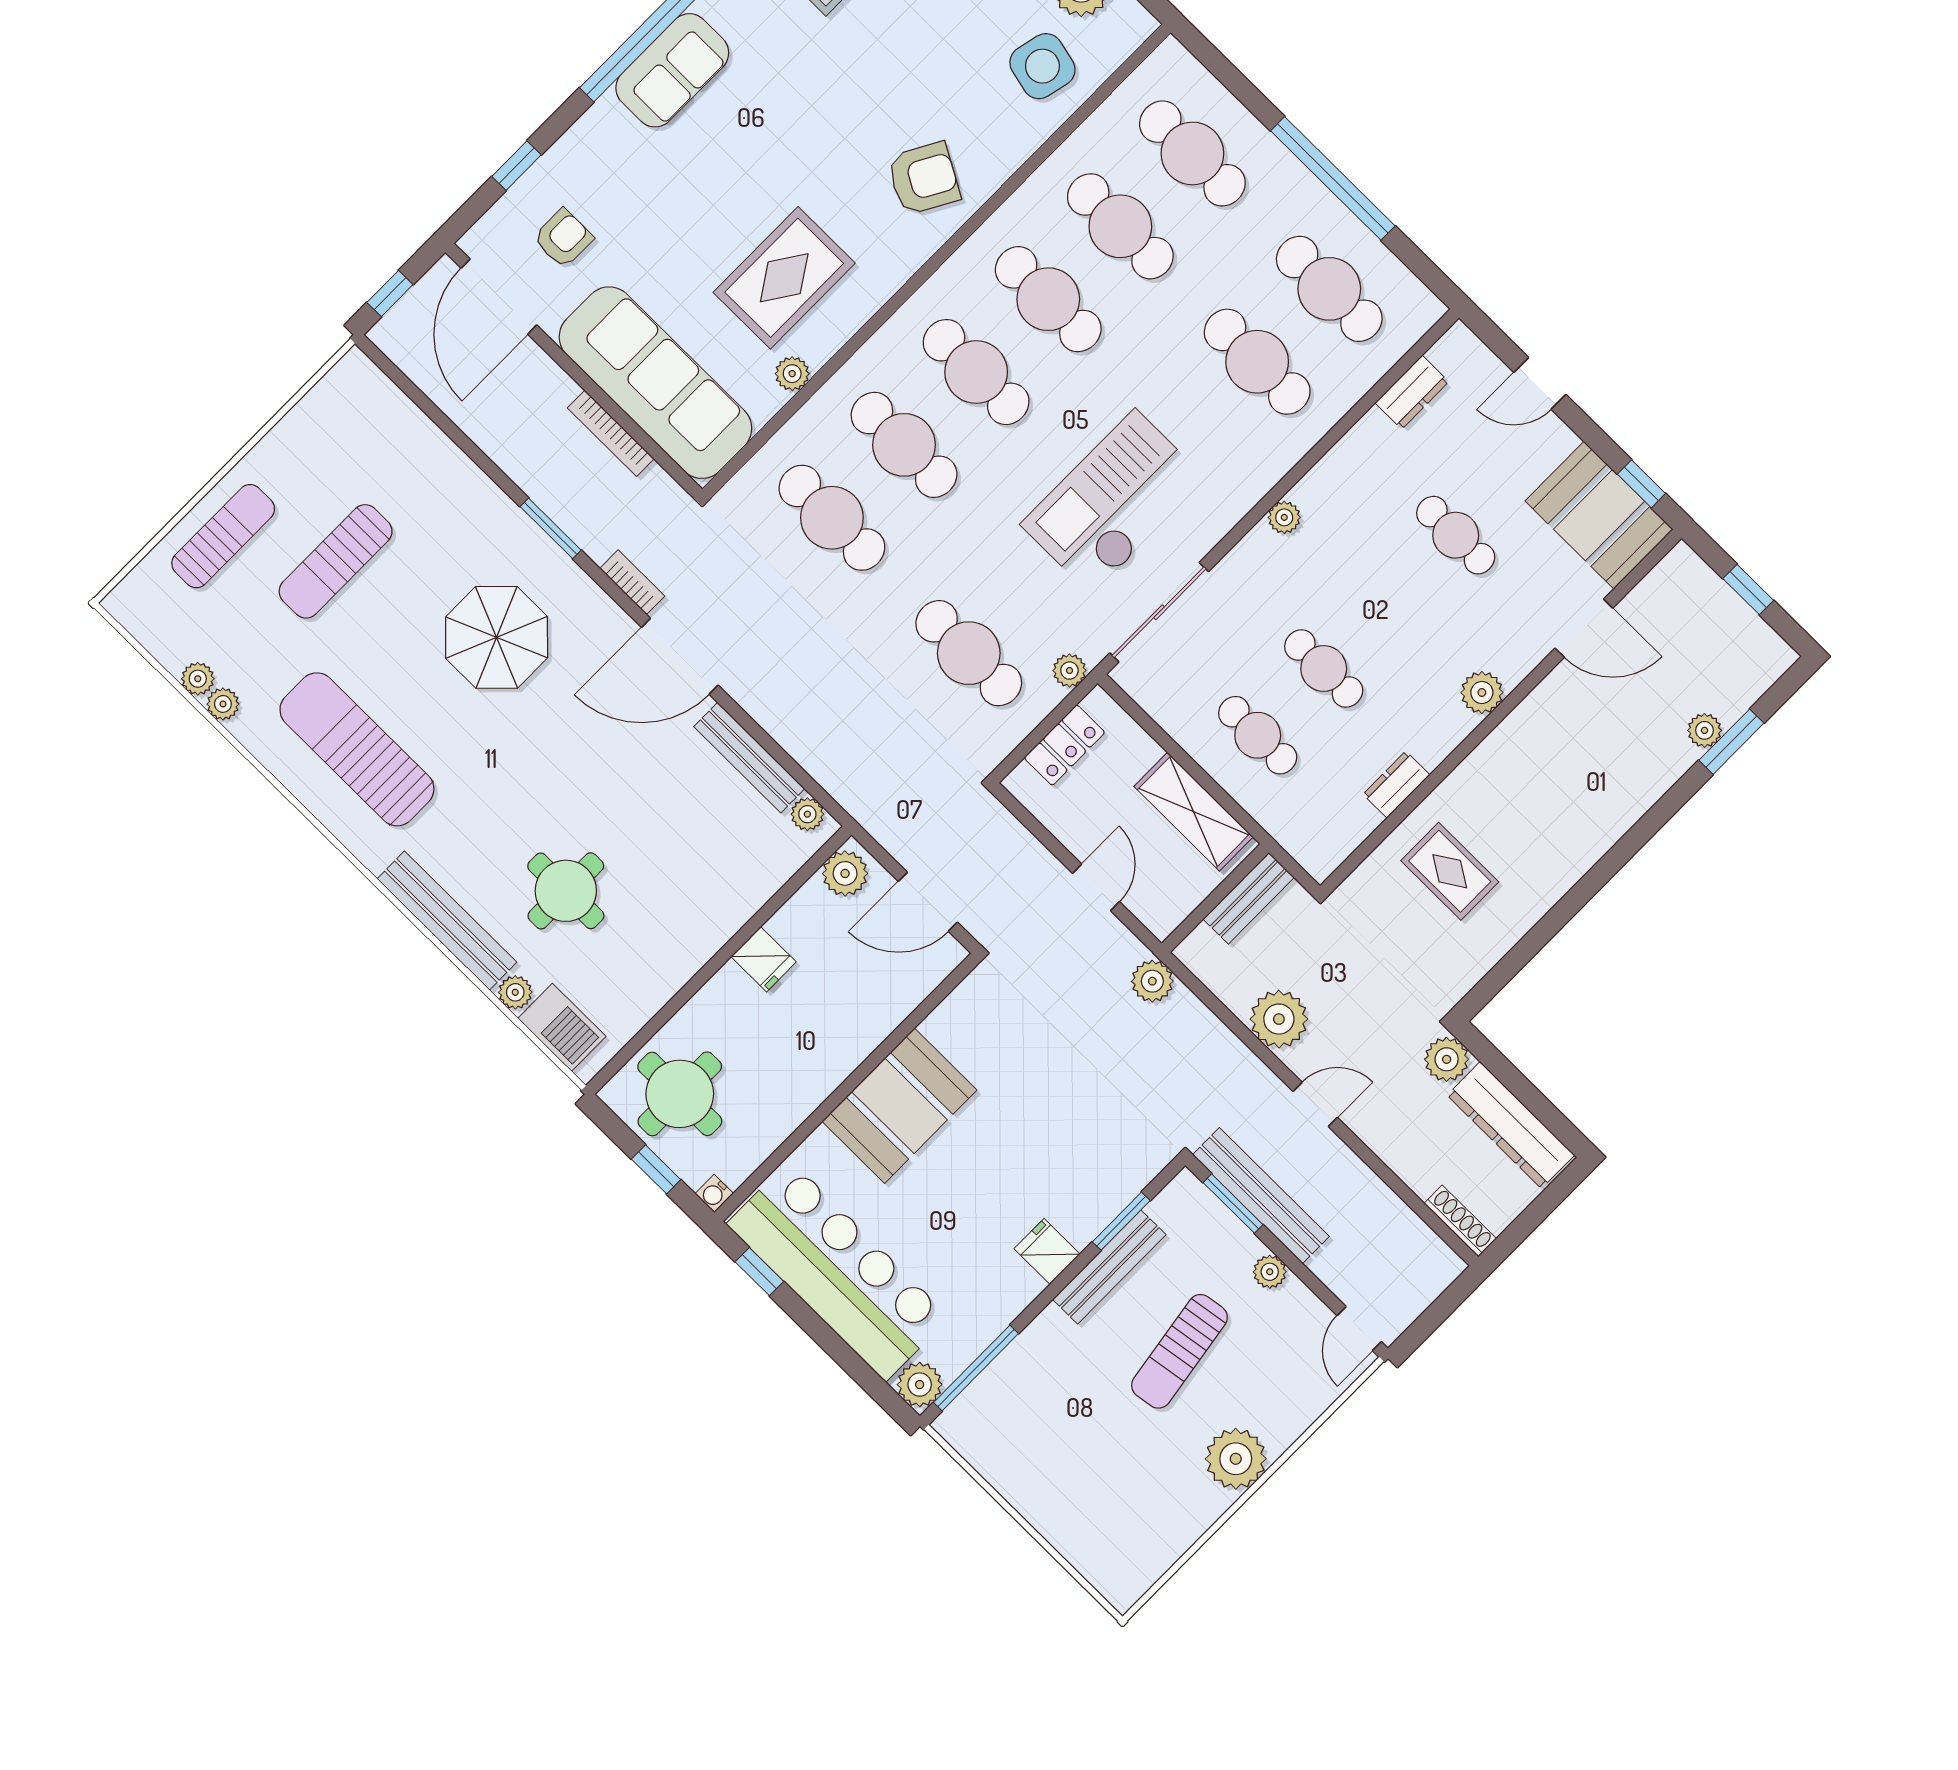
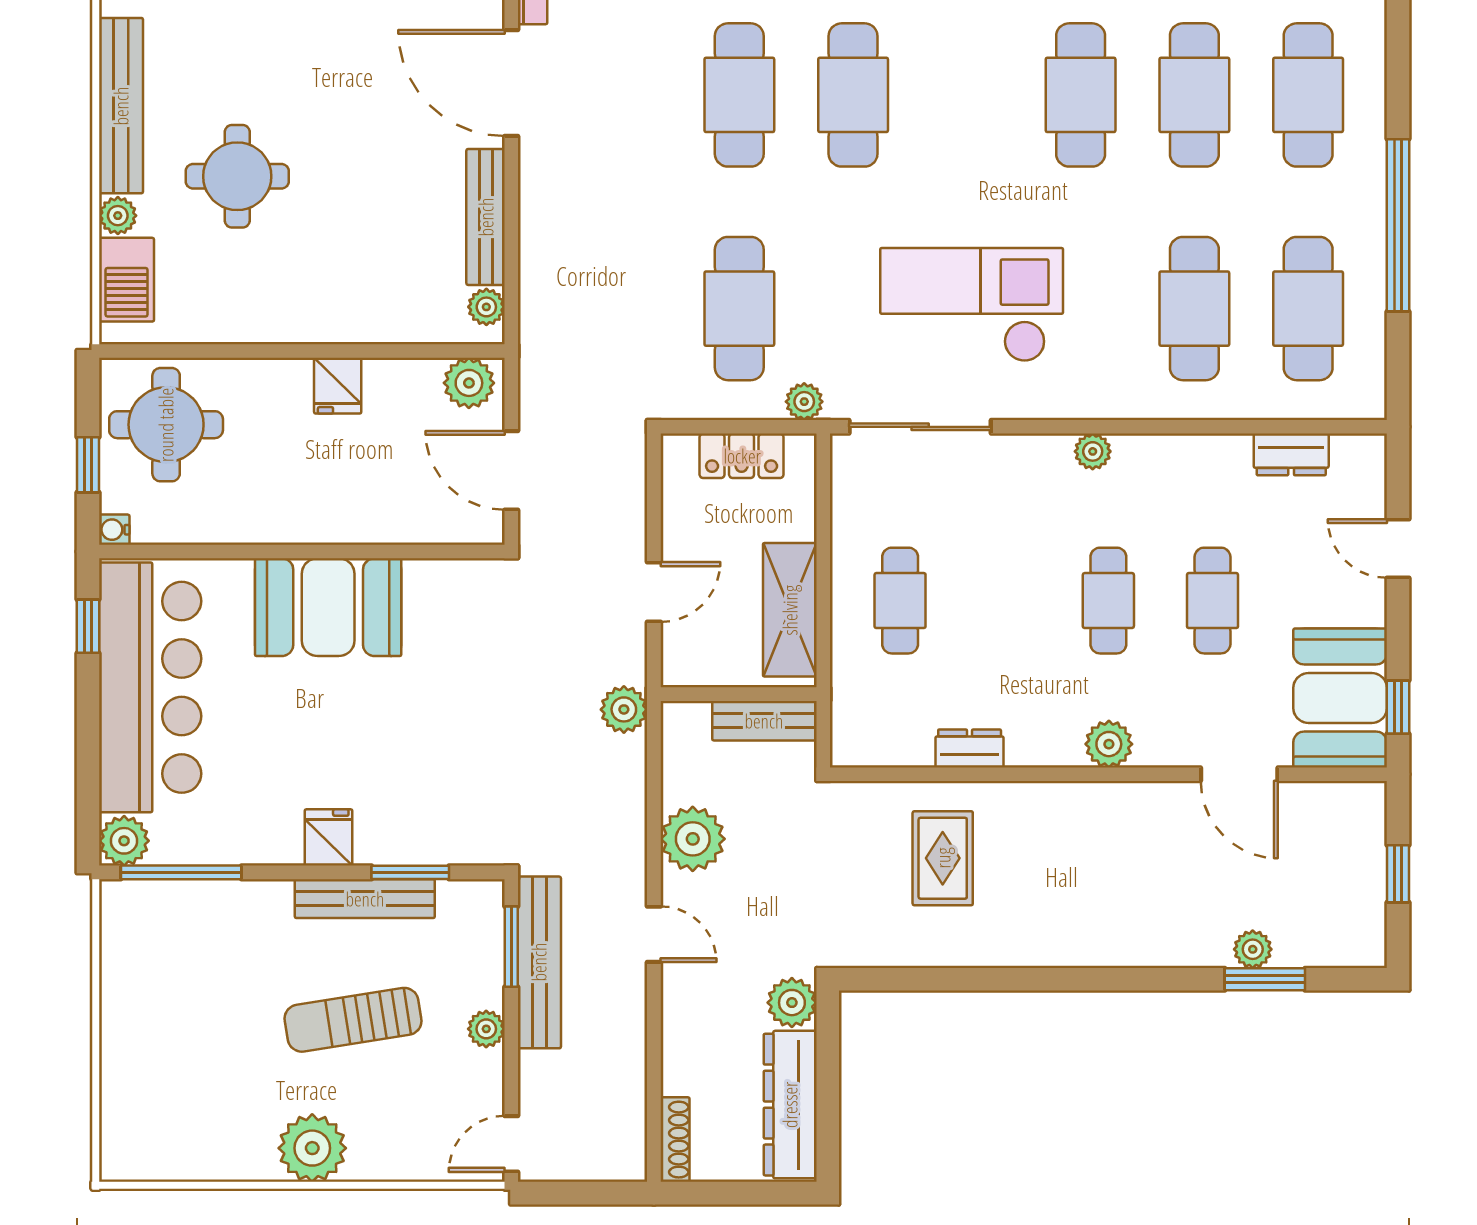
cafe table: (976, 372) -> (967, 95), removed
cafe table: (1324, 669) -> (1108, 601), moved

